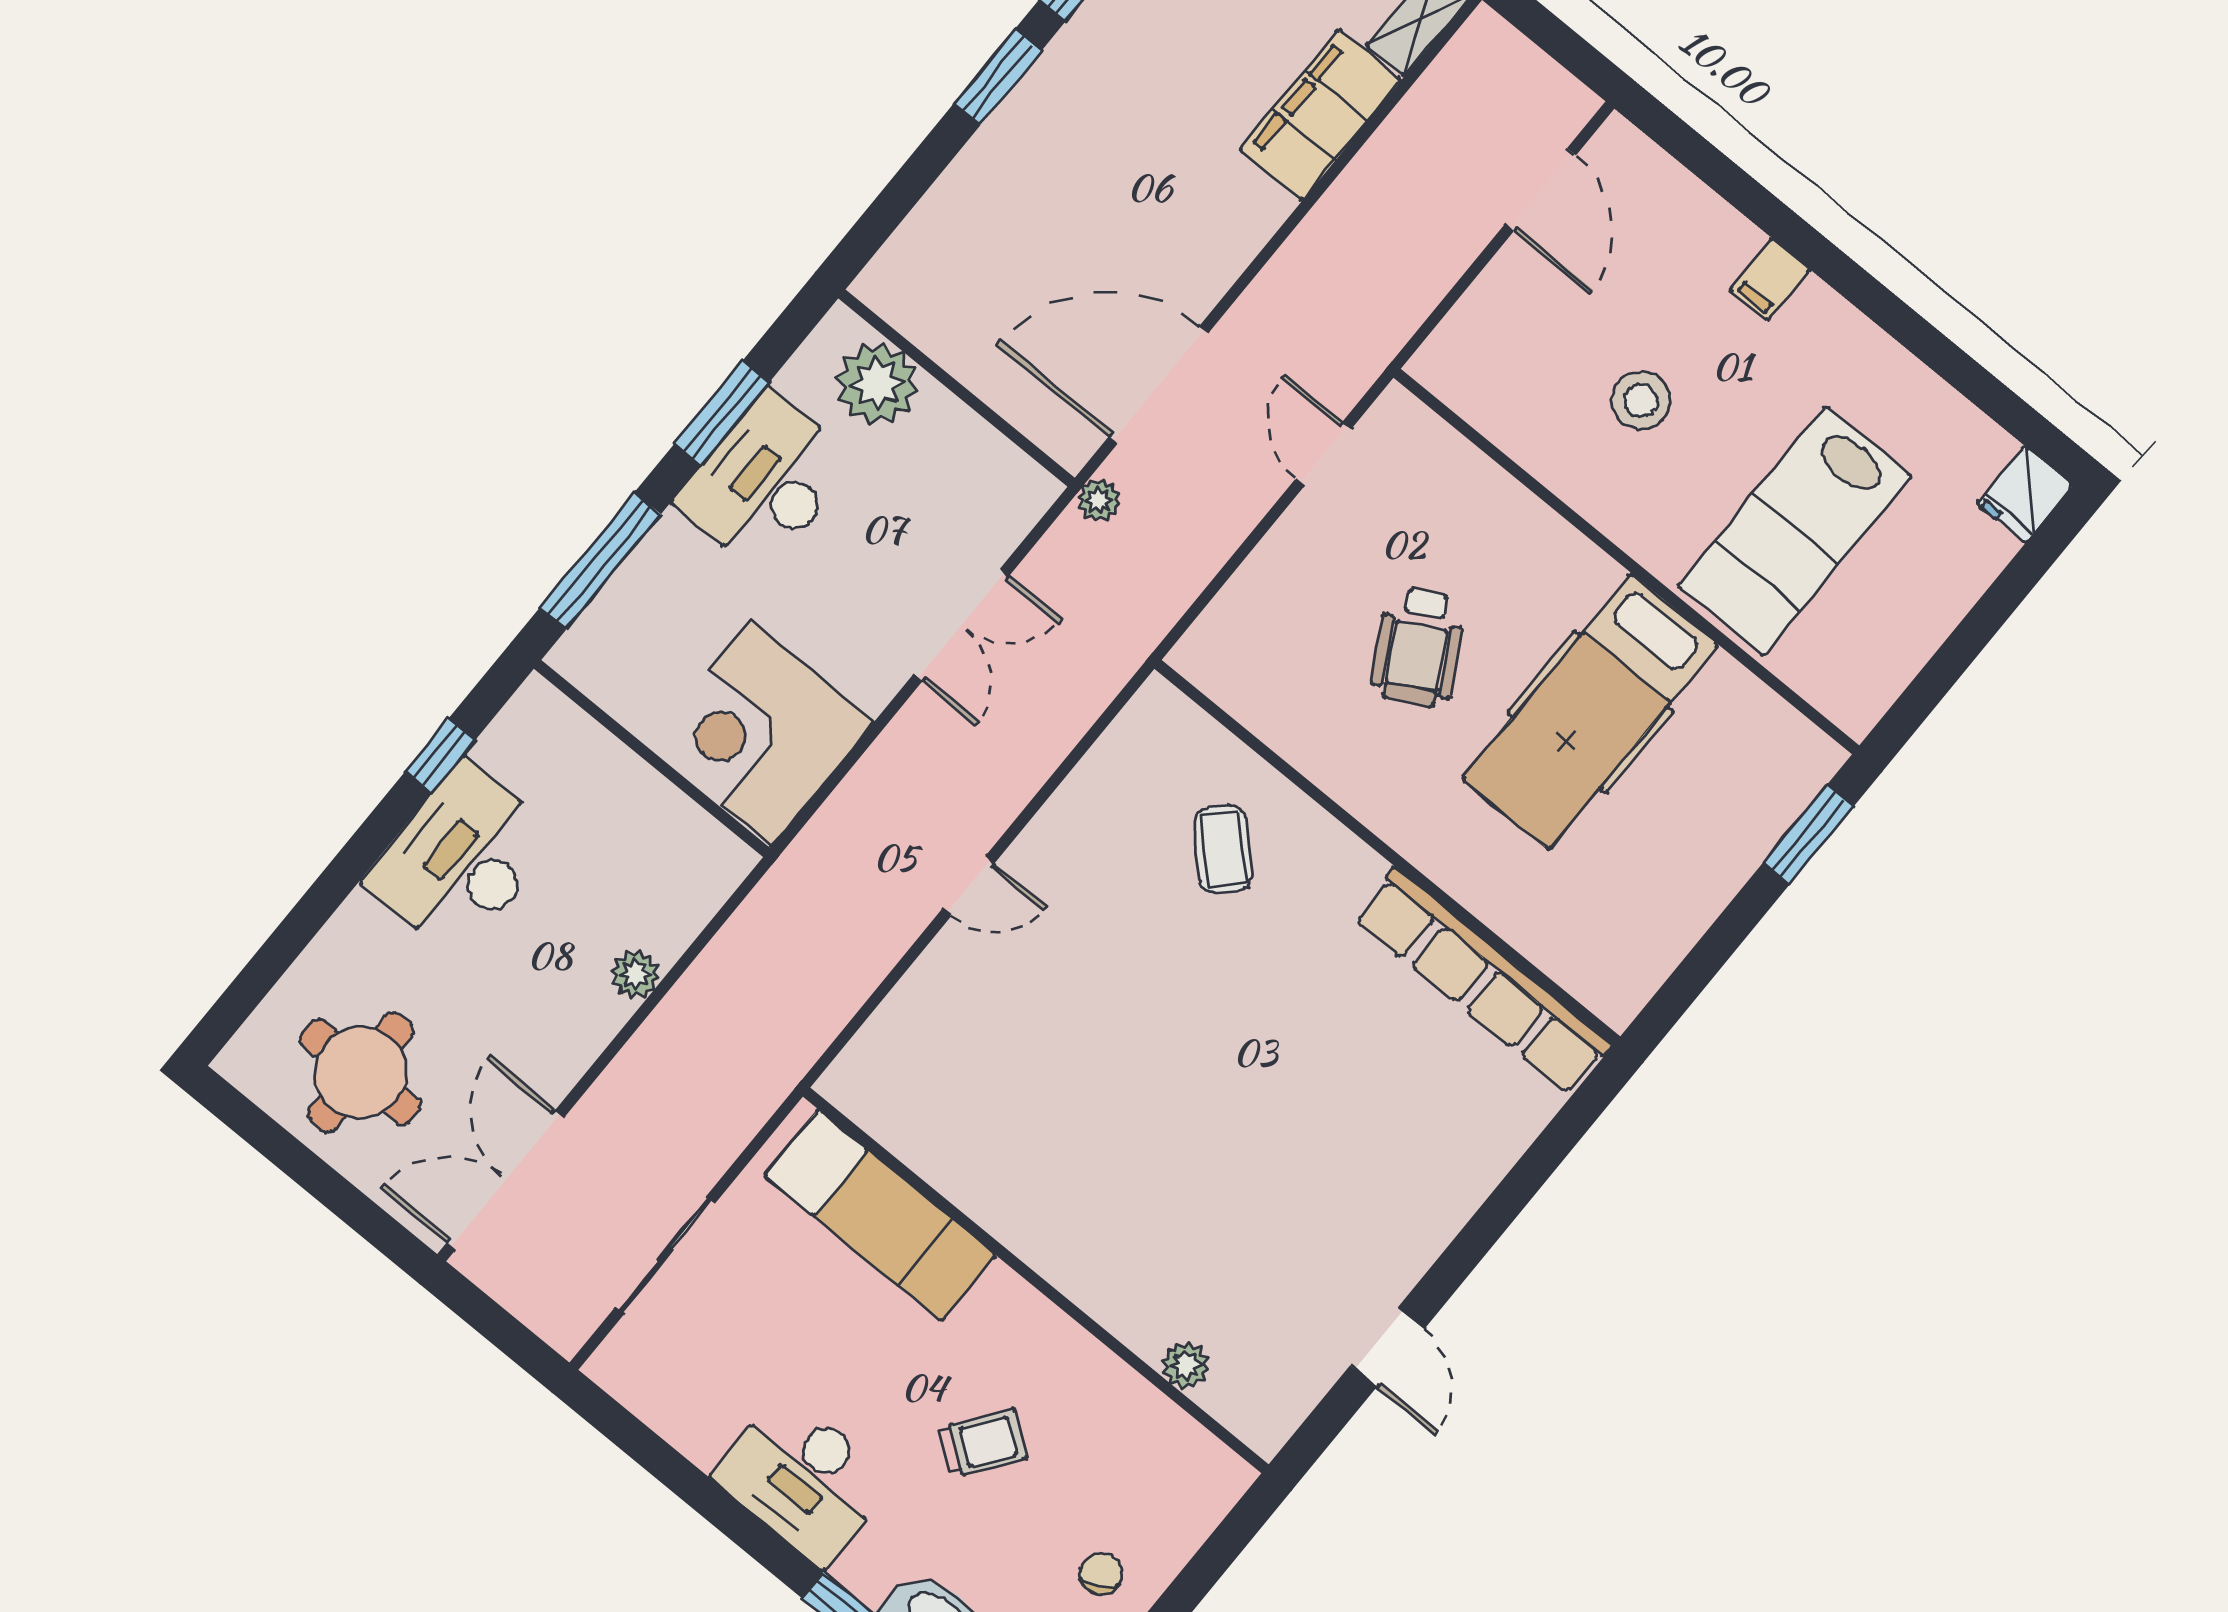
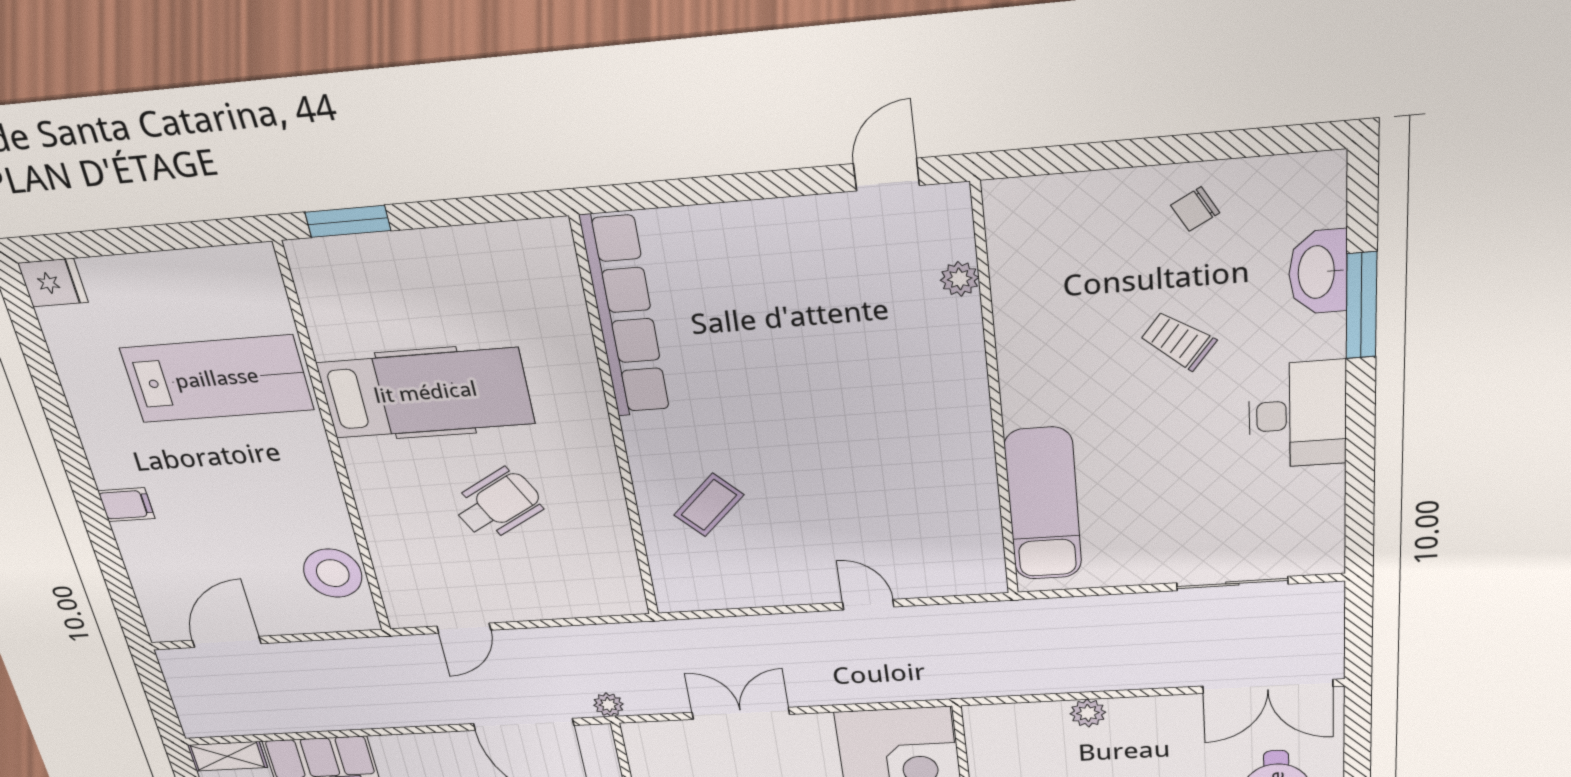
stool: (1641, 400) -> (333, 573), moved, width x1.38, depth x1.38
exam couch: (880, 1216) -> (1043, 504), moved
wall: (1036, 1280) -> (995, 398), moved
plant: (1186, 1365) -> (960, 279), moved

